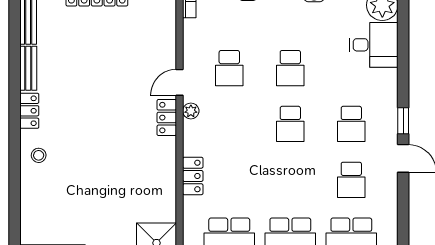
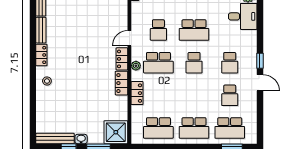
school desk: (290, 68) -> (194, 30), width x1.85
plant: (191, 111) -> (136, 66), moved
school desk: (229, 124) -> (158, 63), added
locker: (166, 159) -> (121, 83), added

